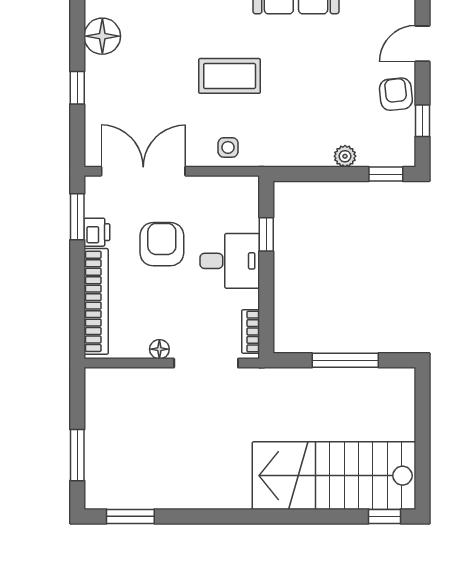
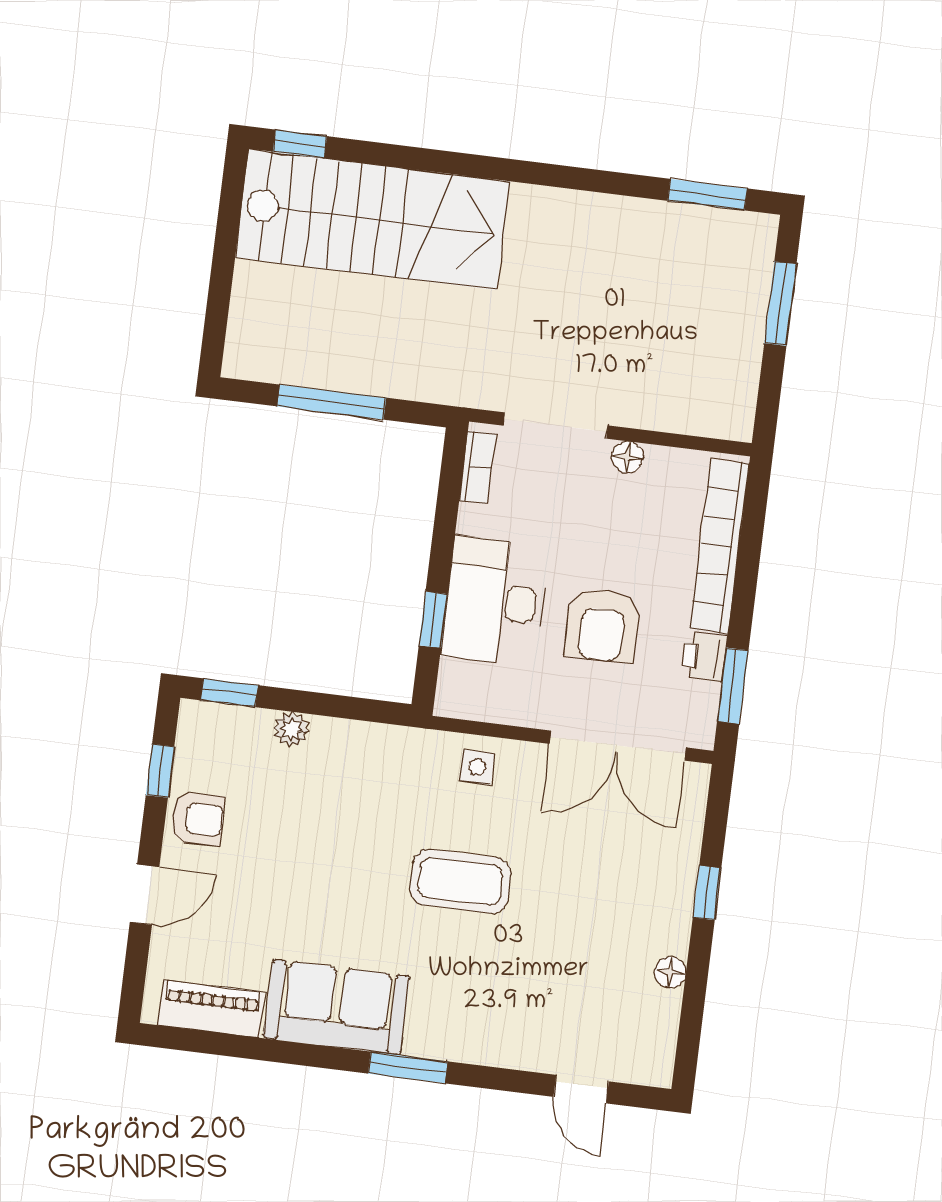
floor lamp: (102, 36) -> (670, 972), width x0.53, depth x0.53
armchair: (396, 94) -> (197, 819), turned -85
desk: (230, 261) -> (495, 601), width x1.37

